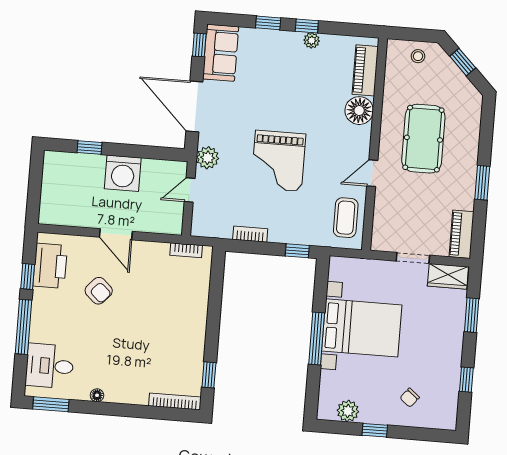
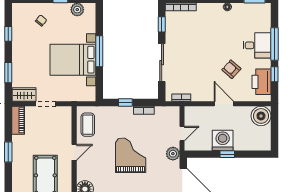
window: (90, 147) -> (227, 154), moved
boiler: (56, 209) -> (261, 116), added
window: (297, 251) -> (125, 103), moved
sliding door: (214, 311) -> (162, 63), added
desk: (50, 366) -> (257, 45), moved

